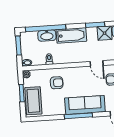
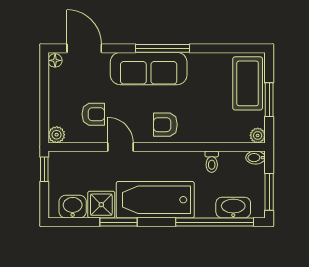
bathtub: (71, 35) -> (155, 200), width x1.36, depth x1.36
washbasin: (47, 36) -> (233, 208), moved
armchair: (57, 83) -> (165, 125), moved

